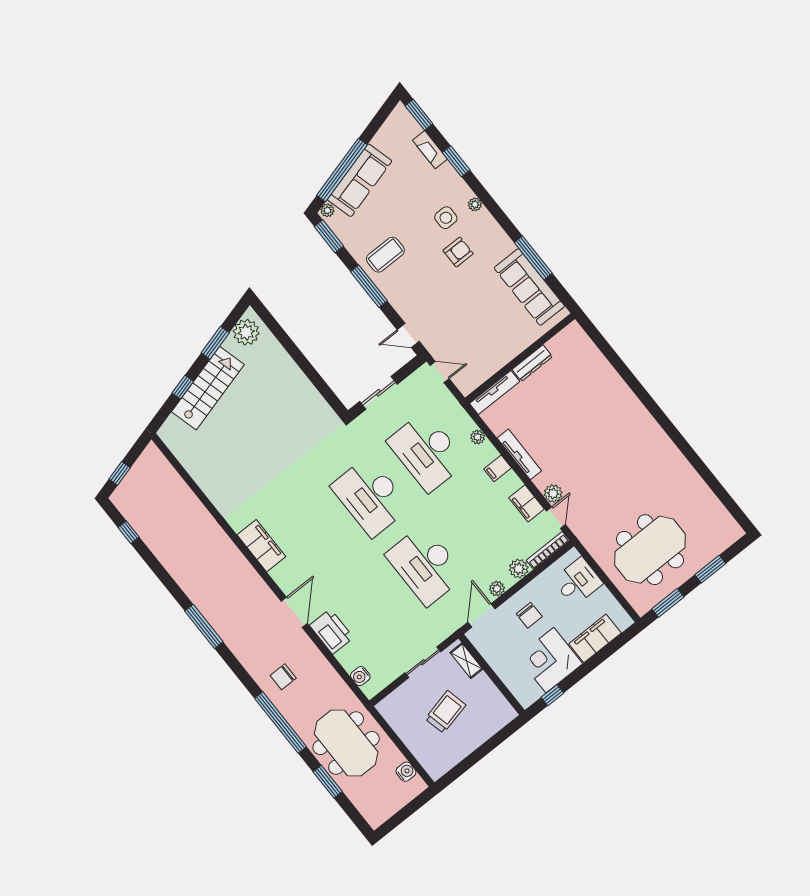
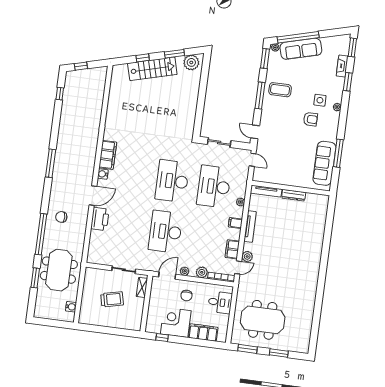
water cooler: (360, 676) -> (103, 174), moved

